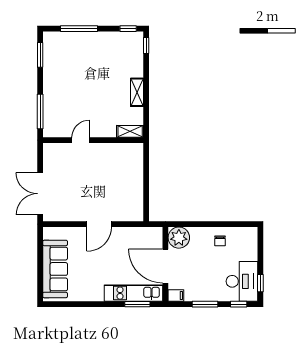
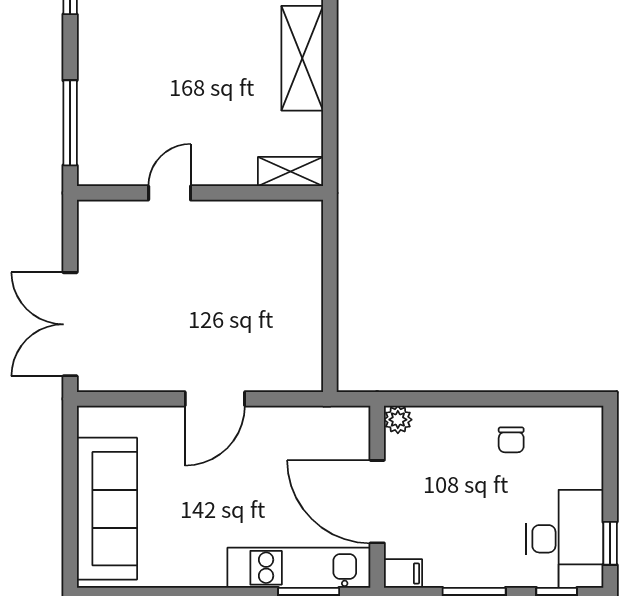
shelving: (137, 92) -> (302, 58), width x1.50, depth x1.33
plant: (179, 238) -> (398, 420), width x0.53, depth x0.53

